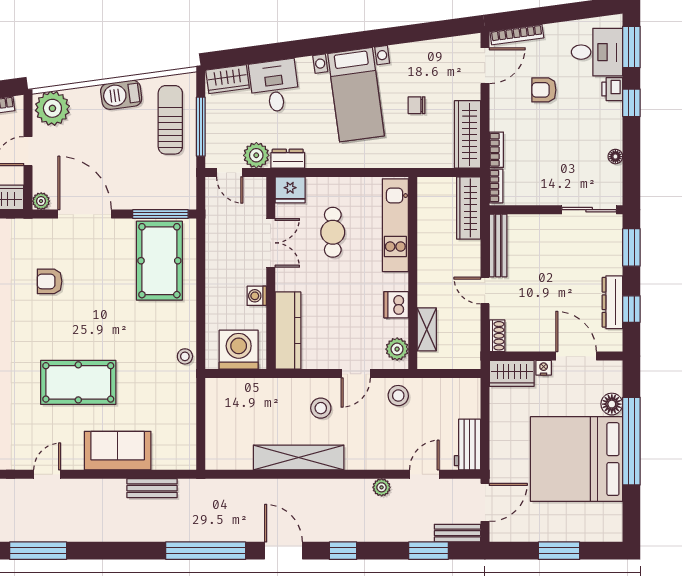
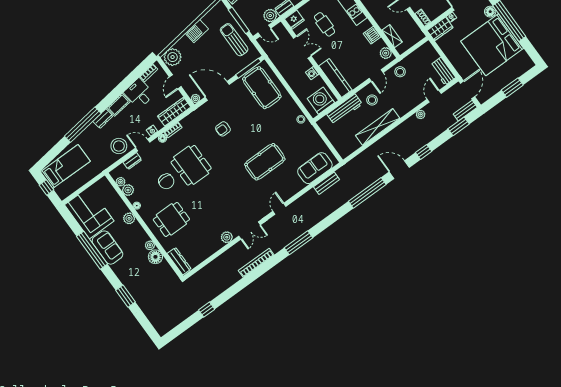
sun lounger: (170, 120) -> (234, 40), moved
workbench: (266, 391) -> (345, 109), added
sofa: (118, 451) -> (315, 168), moved

